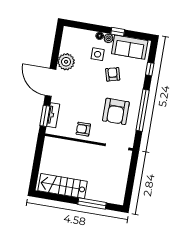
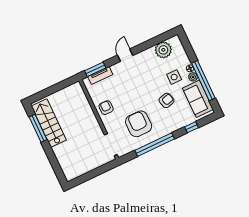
window: (118, 32) -> (203, 81), width x3.17
plant: (66, 62) -> (163, 50), moved
door: (51, 82) -> (125, 55), width x0.53
armchair: (116, 111) -> (139, 124), turned 90
window: (92, 204) -> (38, 128), moved

